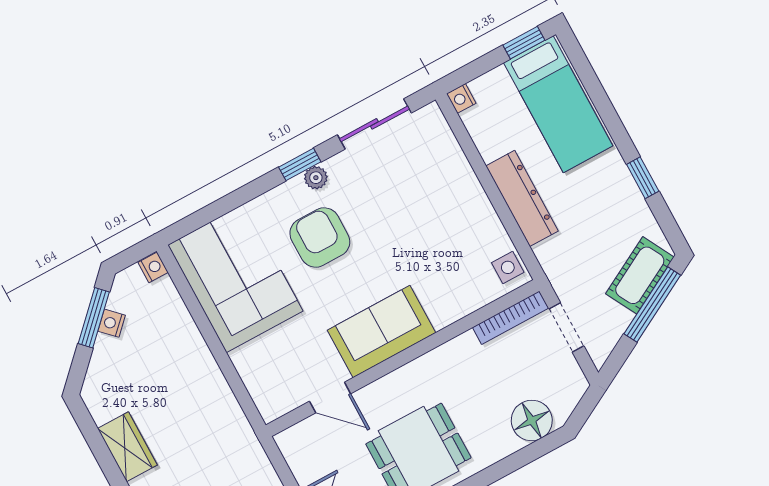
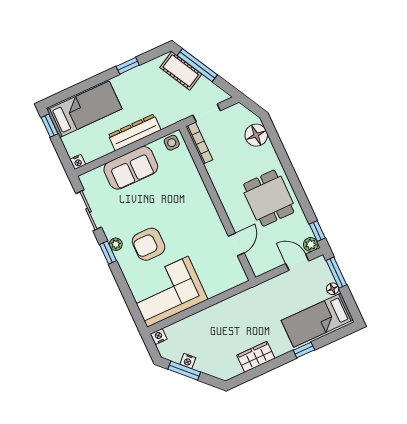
sofa: (382, 331) -> (131, 168), moved, turned -90

